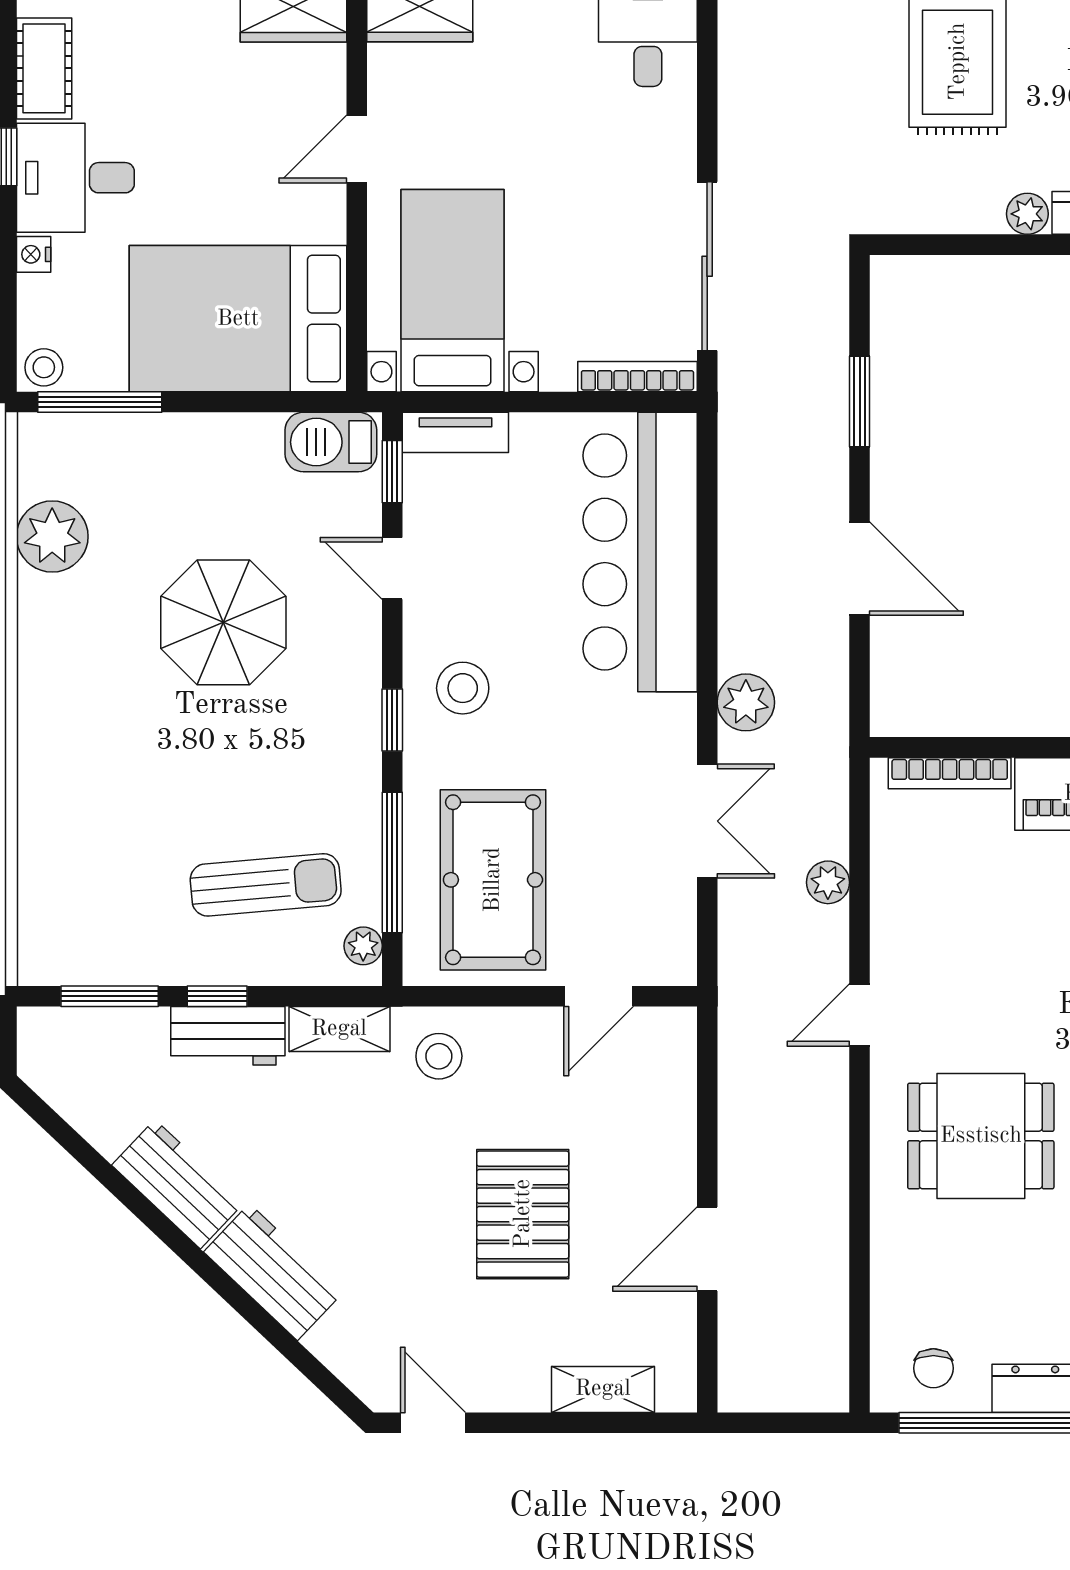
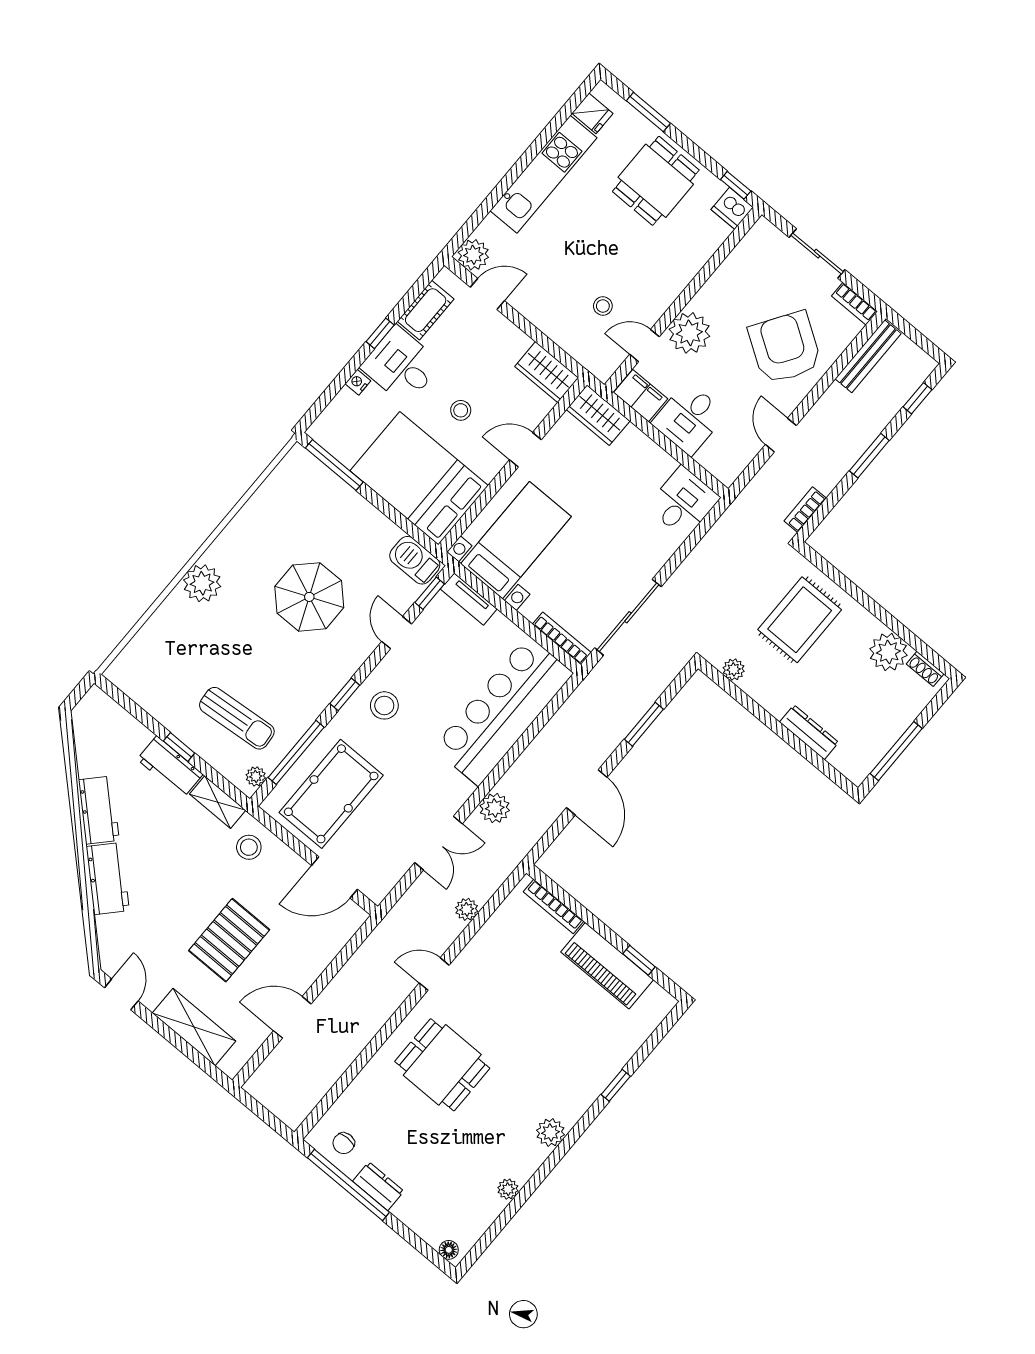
plant: (1027, 214) -> (734, 669), moved
stool: (44, 367) -> (461, 410), moved
plant: (52, 536) -> (202, 583), moved
window: (110, 996) -> (135, 710), removed
door: (599, 996) -> (334, 877), width x1.38
shelving: (603, 1389) -> (194, 1027), width x1.50, depth x1.33

